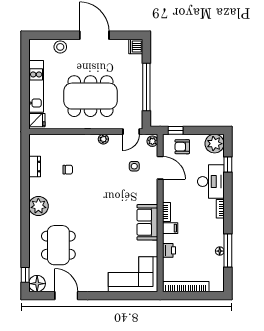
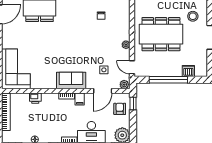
dishwasher: (136, 46) -> (188, 71), moved
stool: (60, 47) -> (193, 16), moved
dining table: (90, 96) -> (161, 34), turned 90
sofa: (147, 222) -> (71, 80), moved
filing cabinet: (170, 228) -> (80, 99), moved

